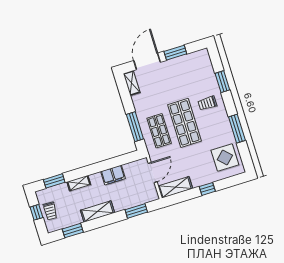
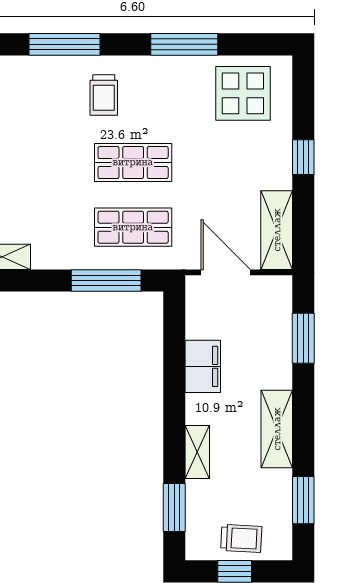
window: (222, 82) -> (64, 44), width x1.44
shop shelf: (184, 123) -> (133, 162), width x0.70, depth x0.74

